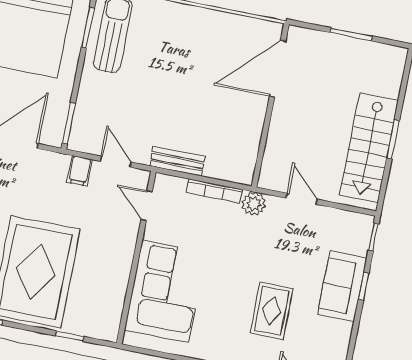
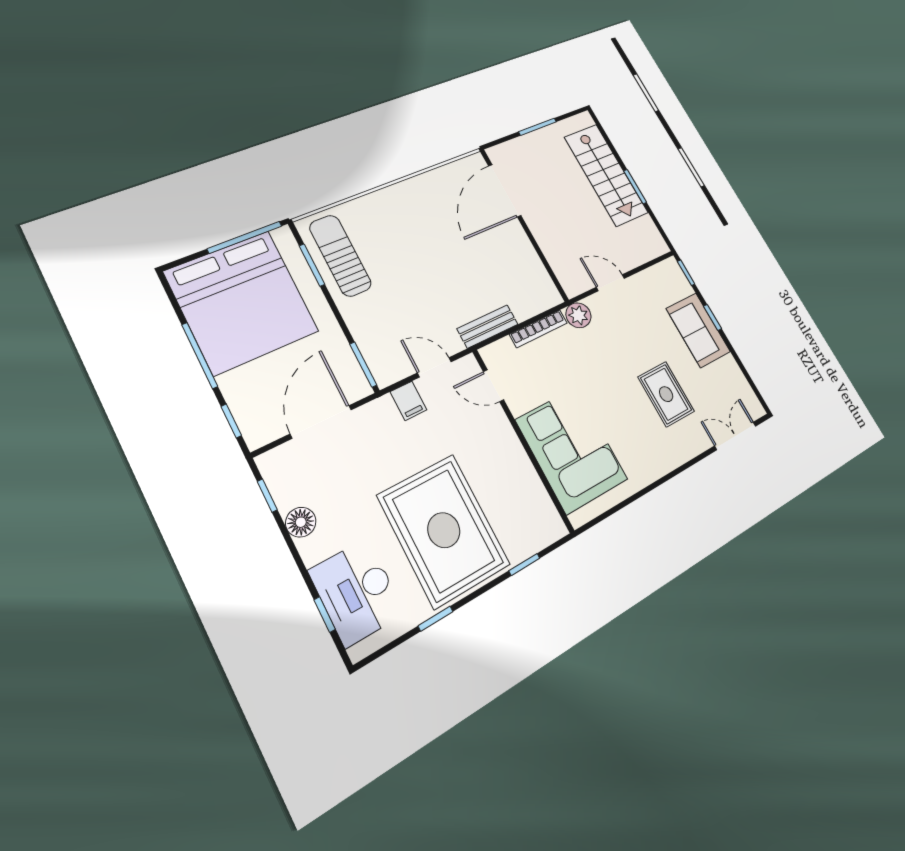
stairs: (369, 148) -> (606, 175), moved

